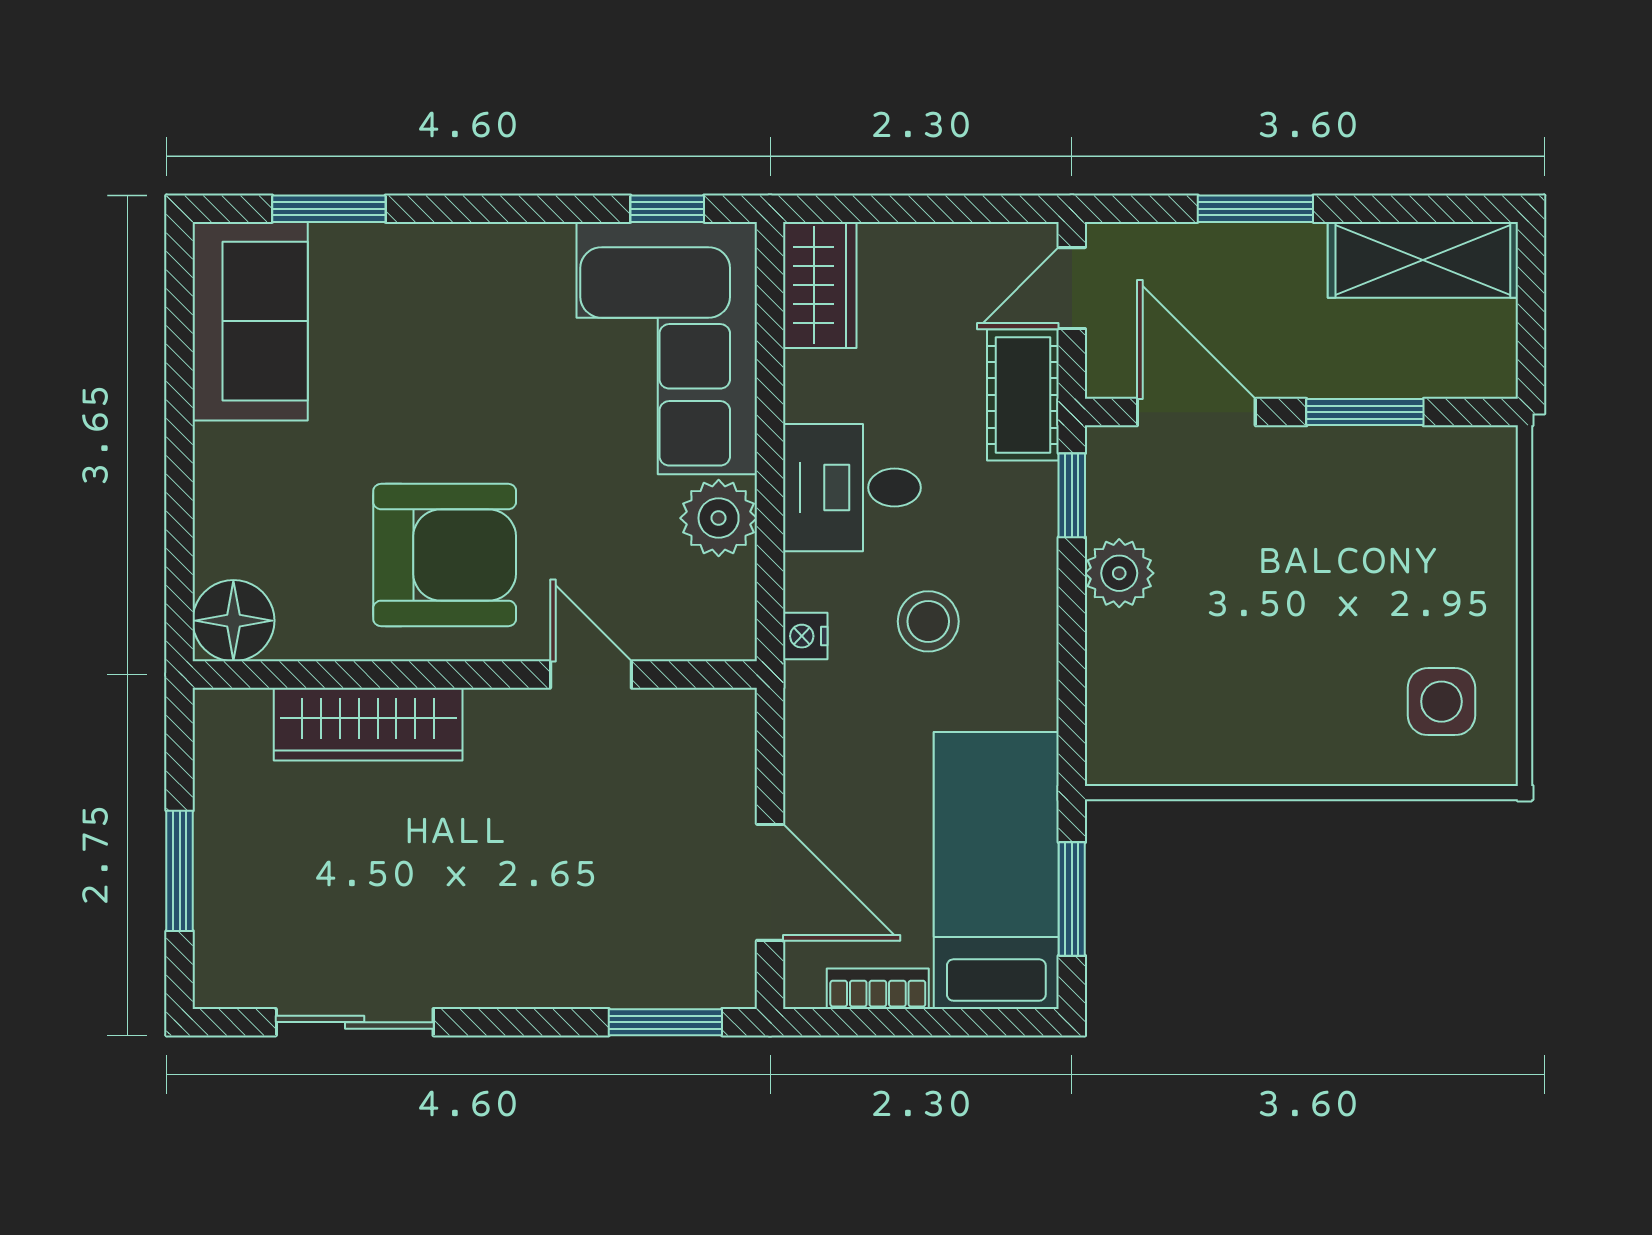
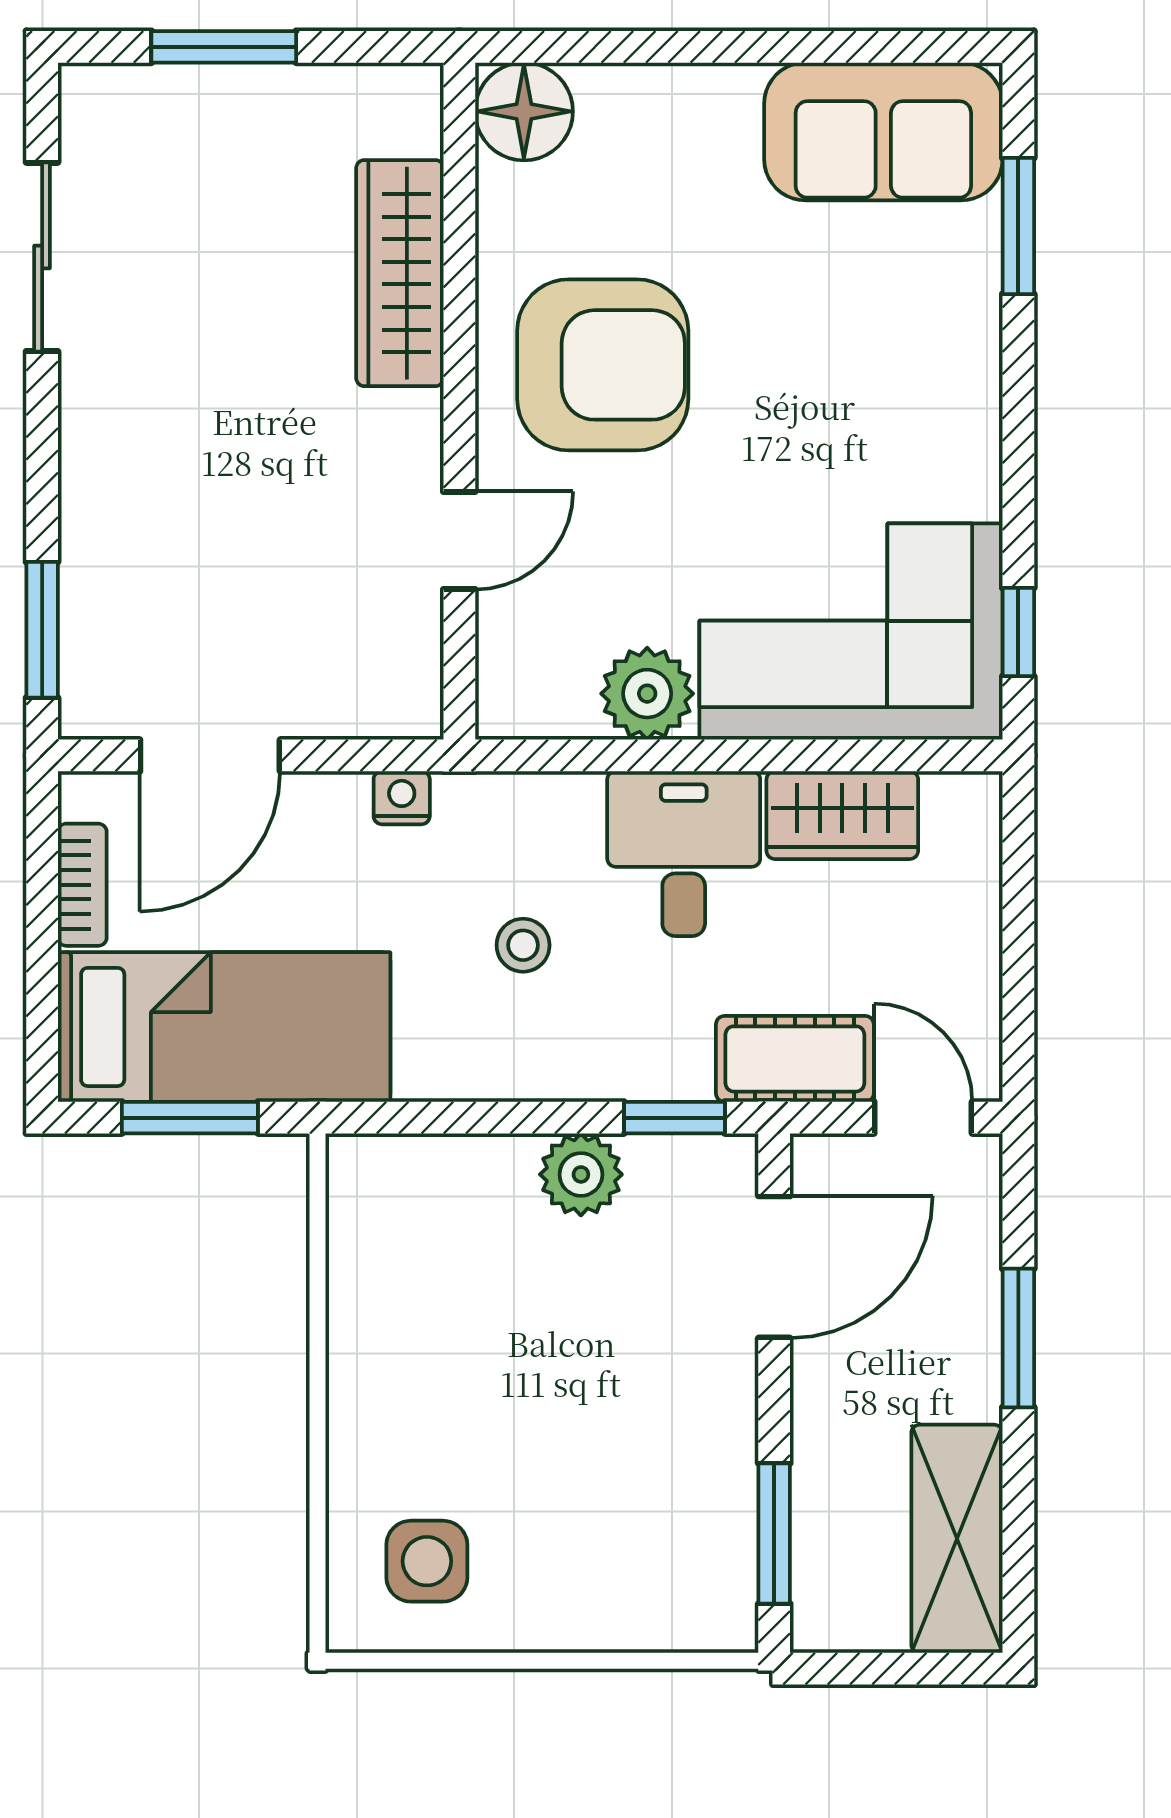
wardrobe: (820, 285) -> (842, 815), moved
window: (1365, 412) -> (774, 1533), moved
armchair: (445, 555) -> (603, 365), turned -90
stool: (928, 621) -> (523, 945), width x0.73, depth x0.73
nightstand: (805, 636) -> (402, 798), moved

